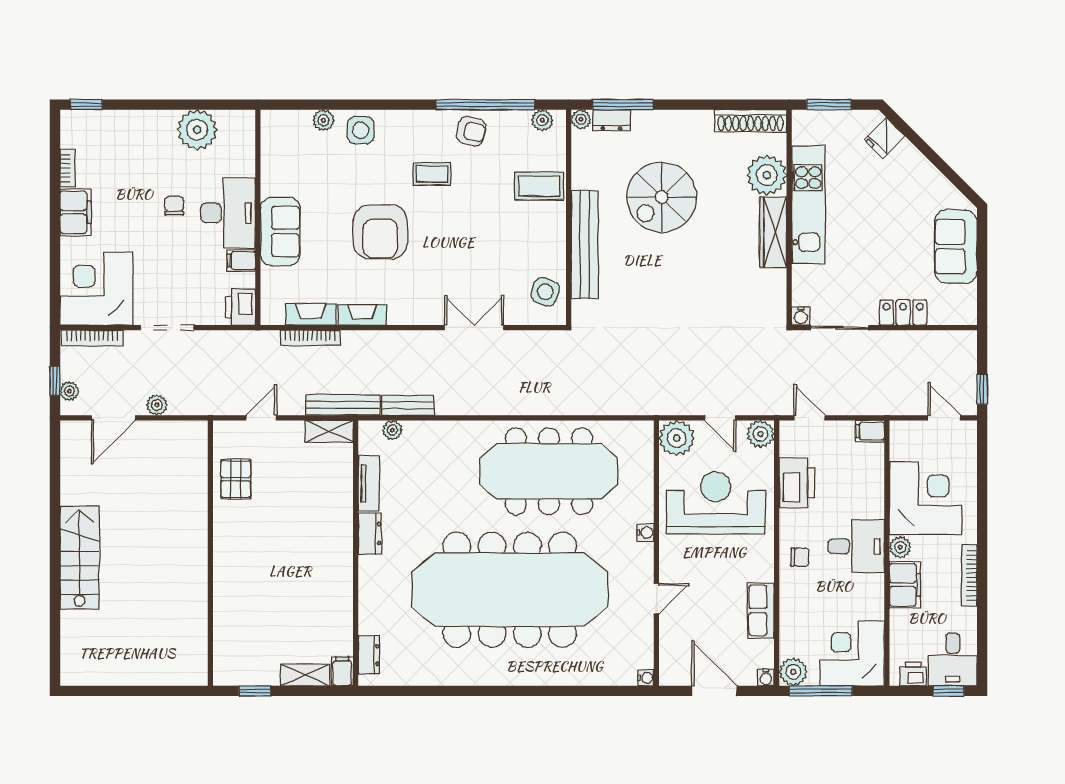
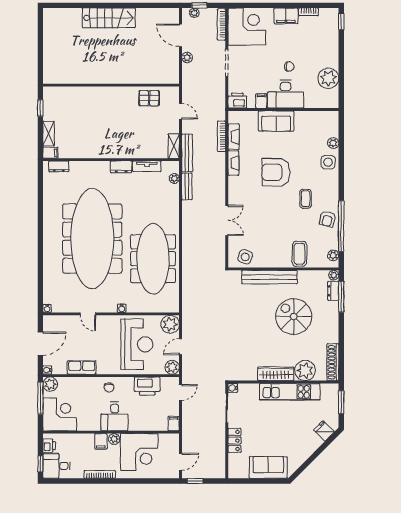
filing cabinet: (905, 585) -> (101, 441), width x0.50

